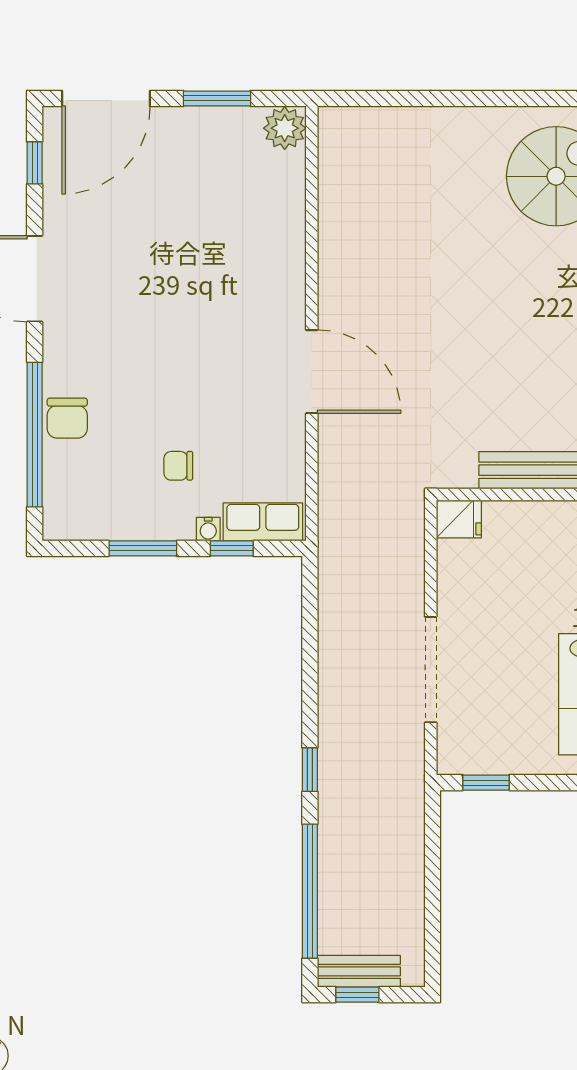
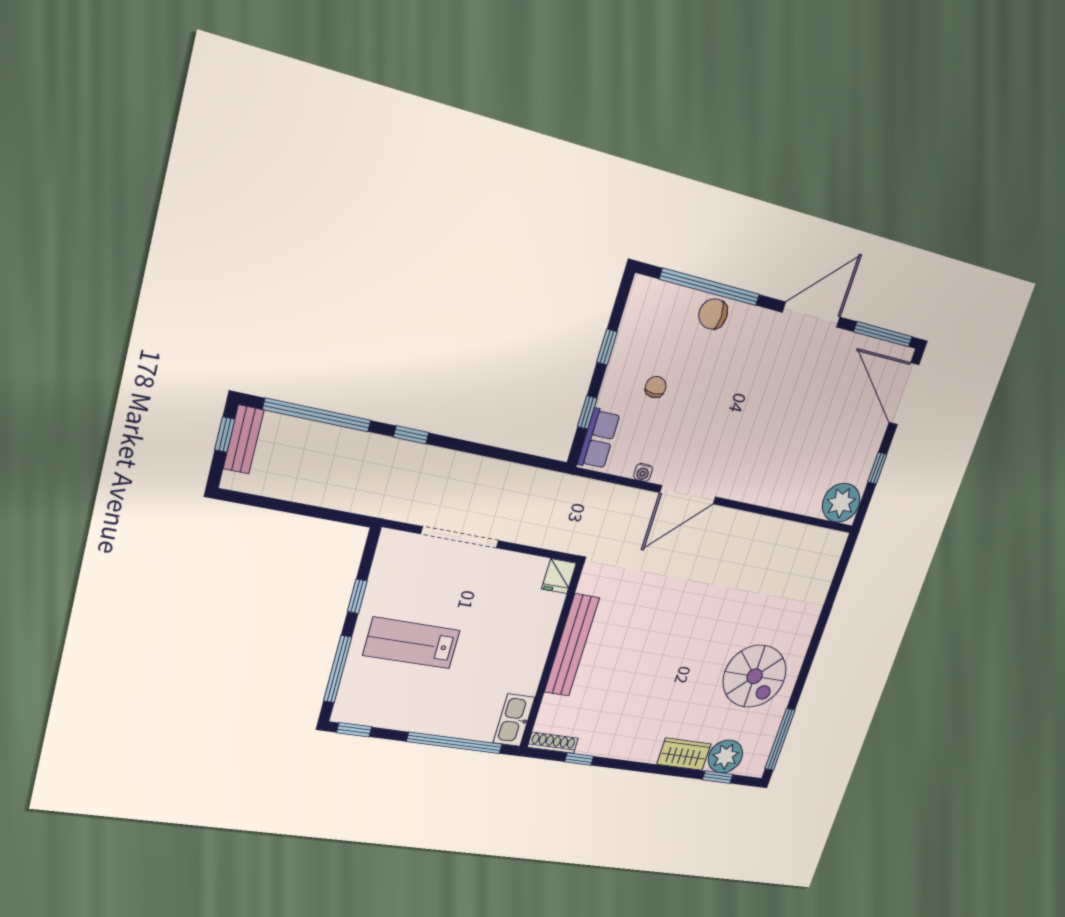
window: (217, 98) -> (877, 468), width x0.67
plant: (285, 128) -> (841, 503), width x1.36, depth x1.36
window: (35, 163) -> (883, 334), width x2.17
water cooler: (208, 529) -> (643, 472), moved, turned -90
window: (143, 548) -> (607, 347), width x0.67
window: (486, 783) -> (357, 596), moved

